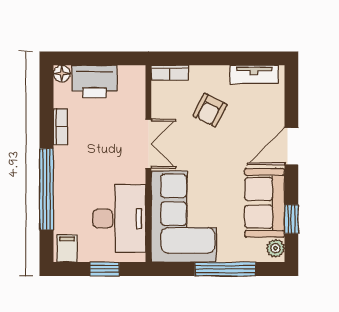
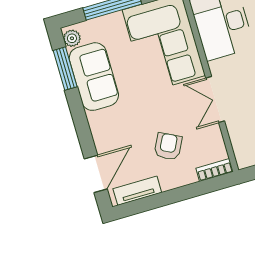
door: (291, 146) -> (96, 174), moved
window: (291, 219) -> (65, 69), width x1.50

